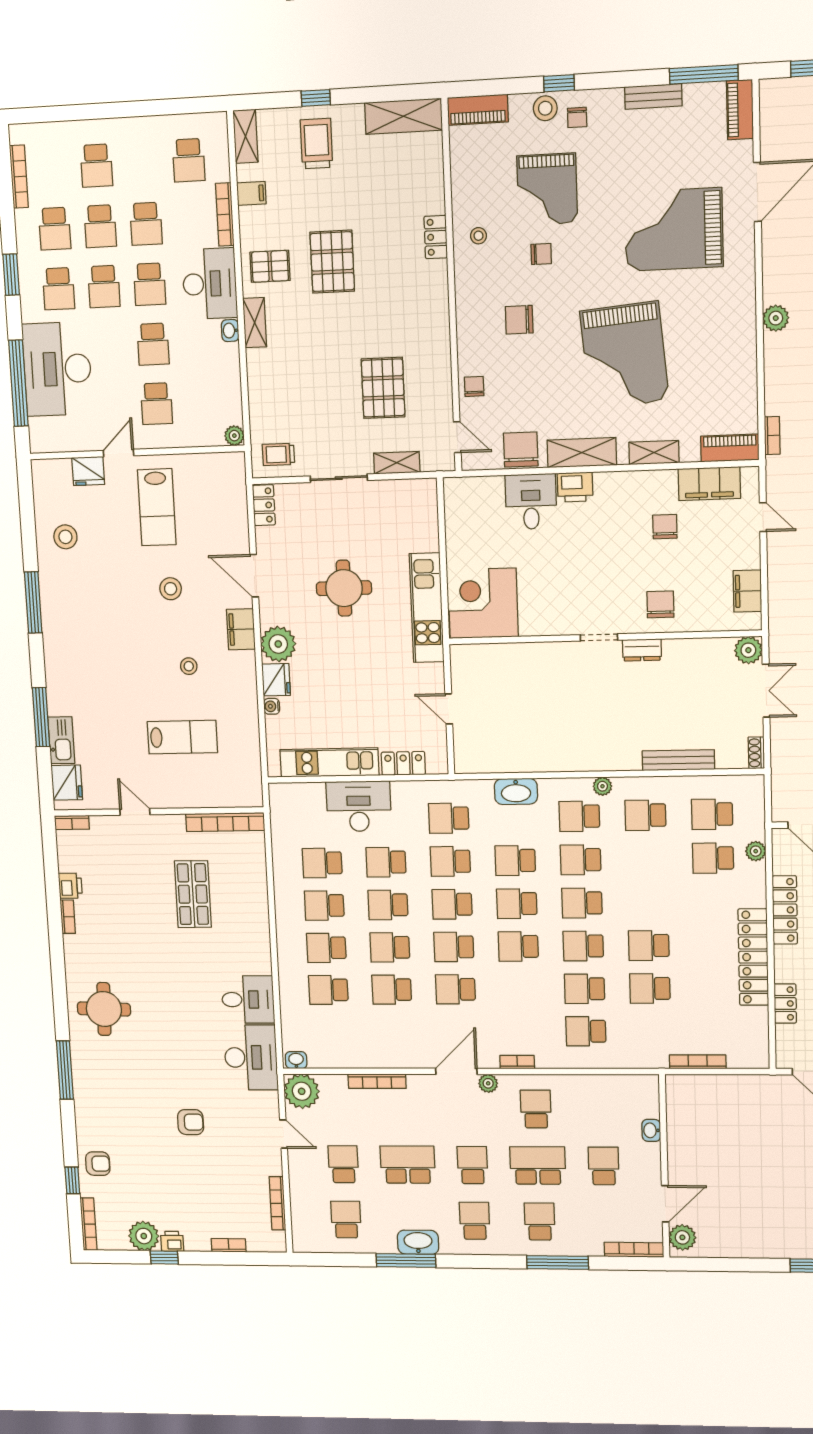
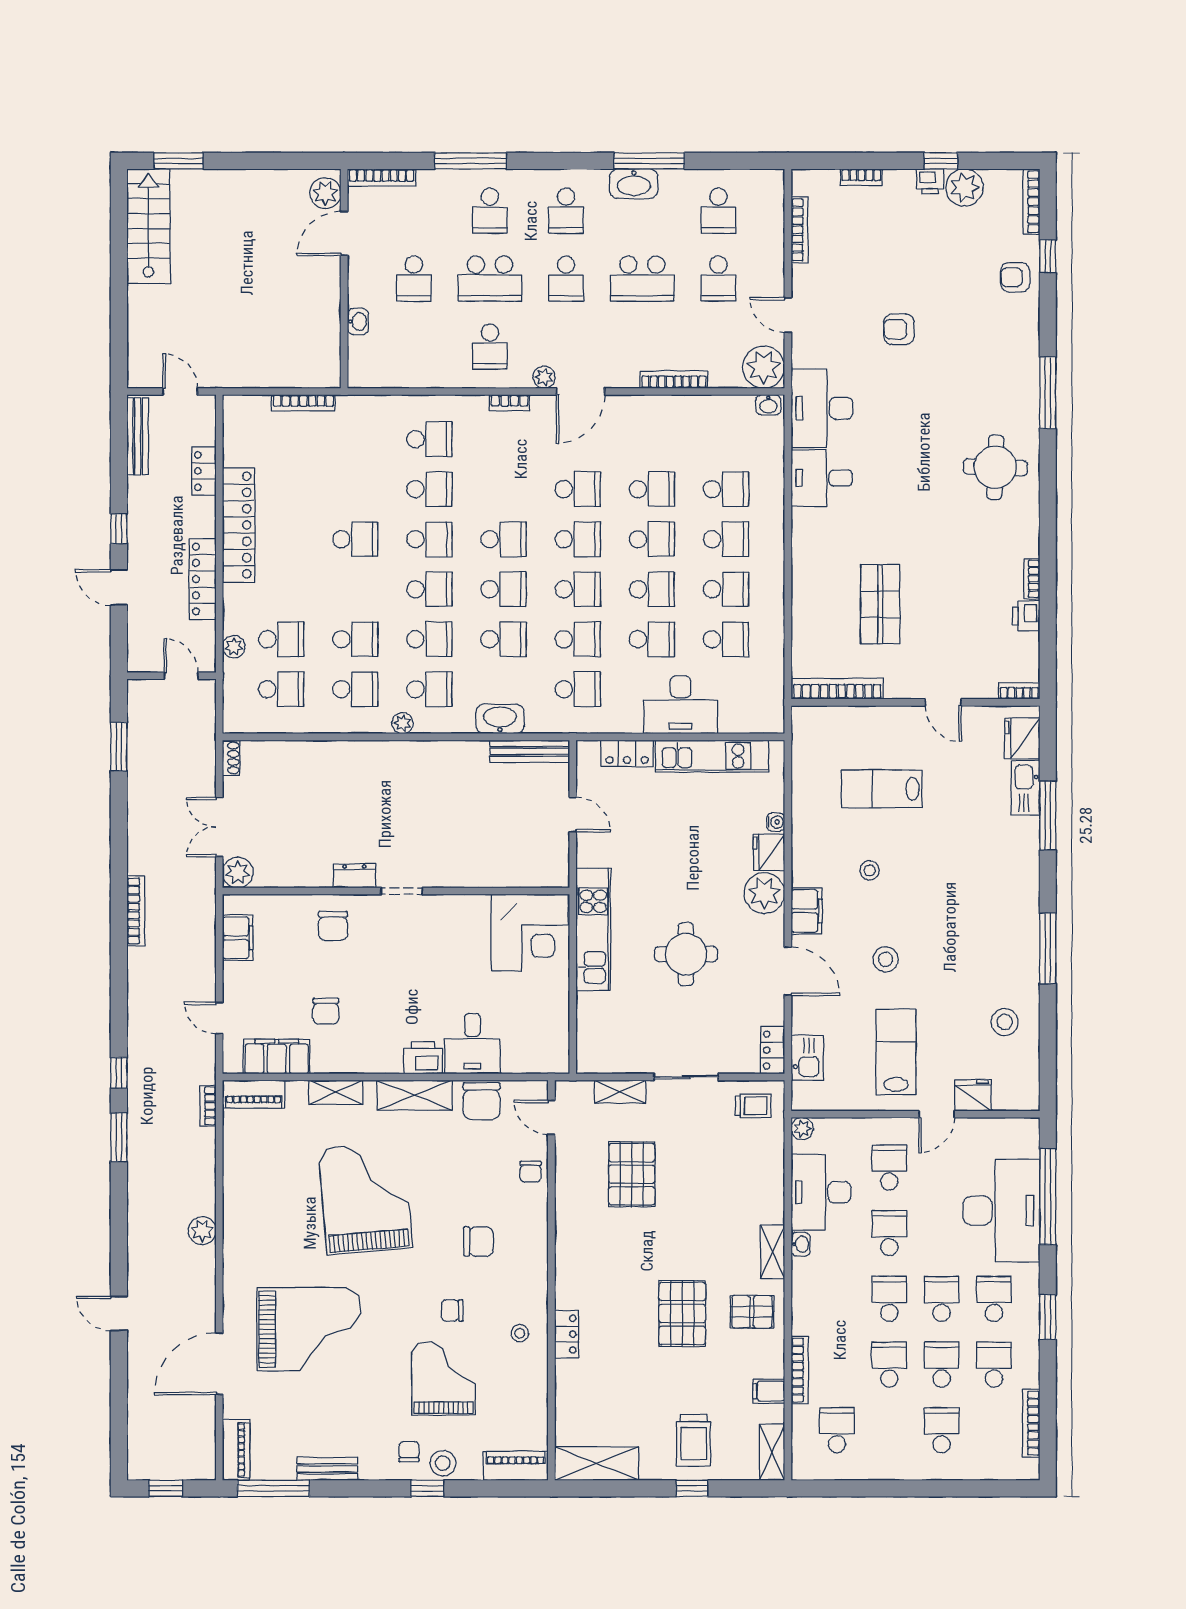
desk: (210, 284) -> (821, 1192), moved
kitchen sink: (233, 499) -> (807, 1058), added
bench: (678, 760) -> (530, 751), moved
school desk: (650, 988) -> (355, 639), moved

